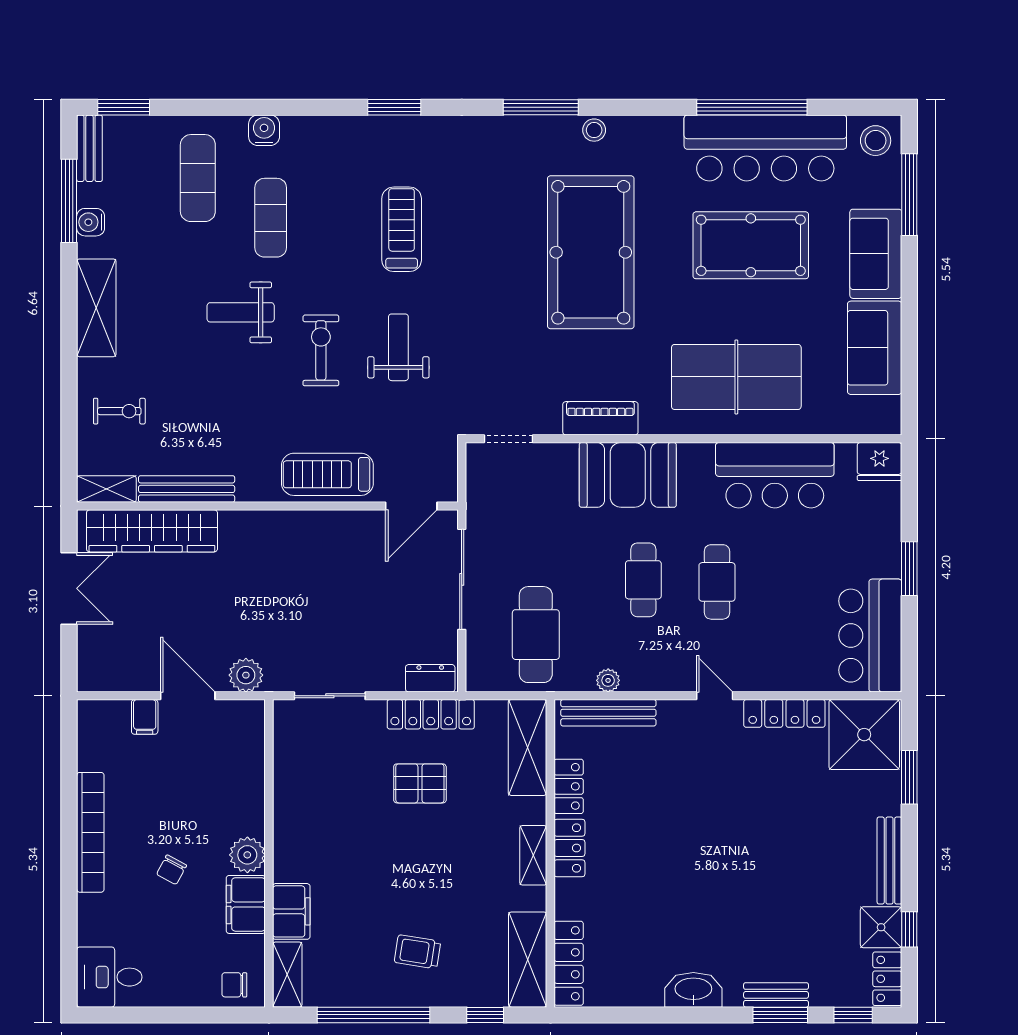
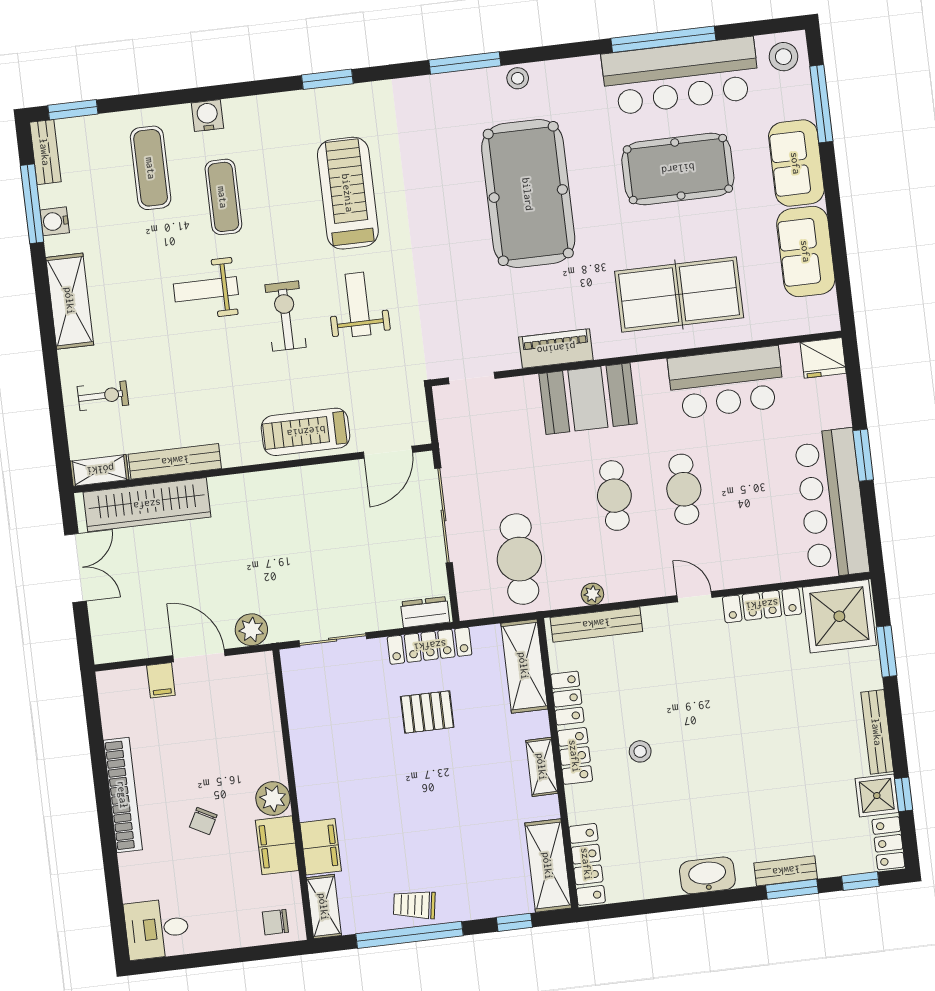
treadmill: (402, 229) -> (348, 193), width x1.37, depth x1.38
bar counter: (870, 636) -> (832, 503), width x1.36
stool: (638, 851) -> (640, 751), added
trolley: (417, 952) -> (414, 905), moved

